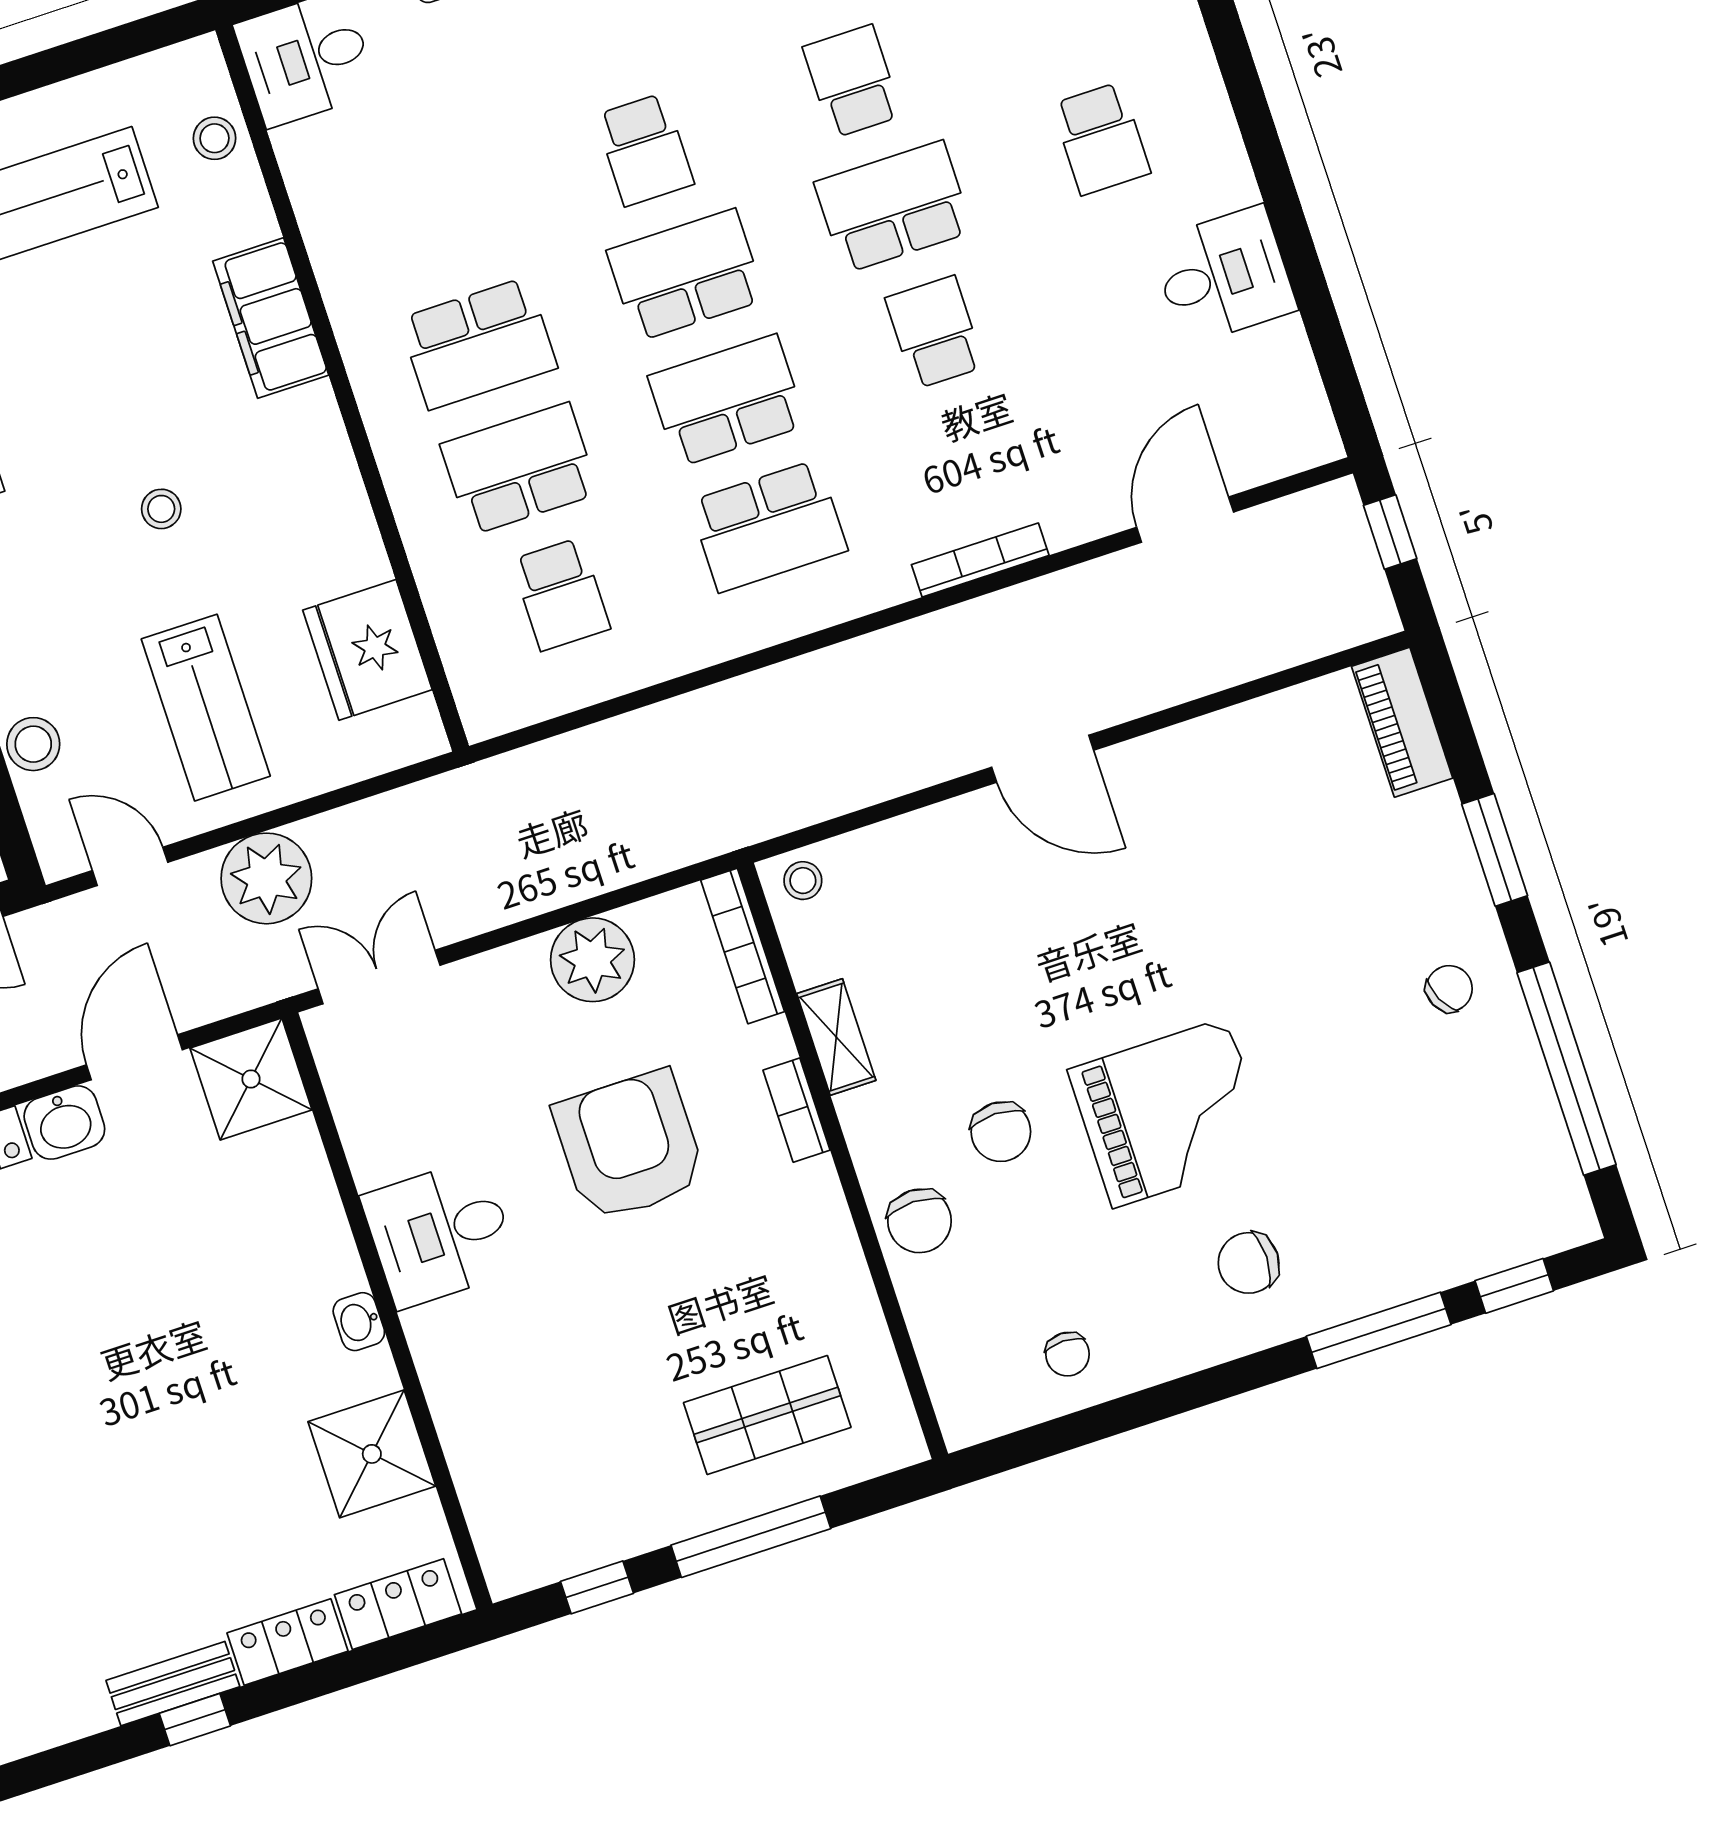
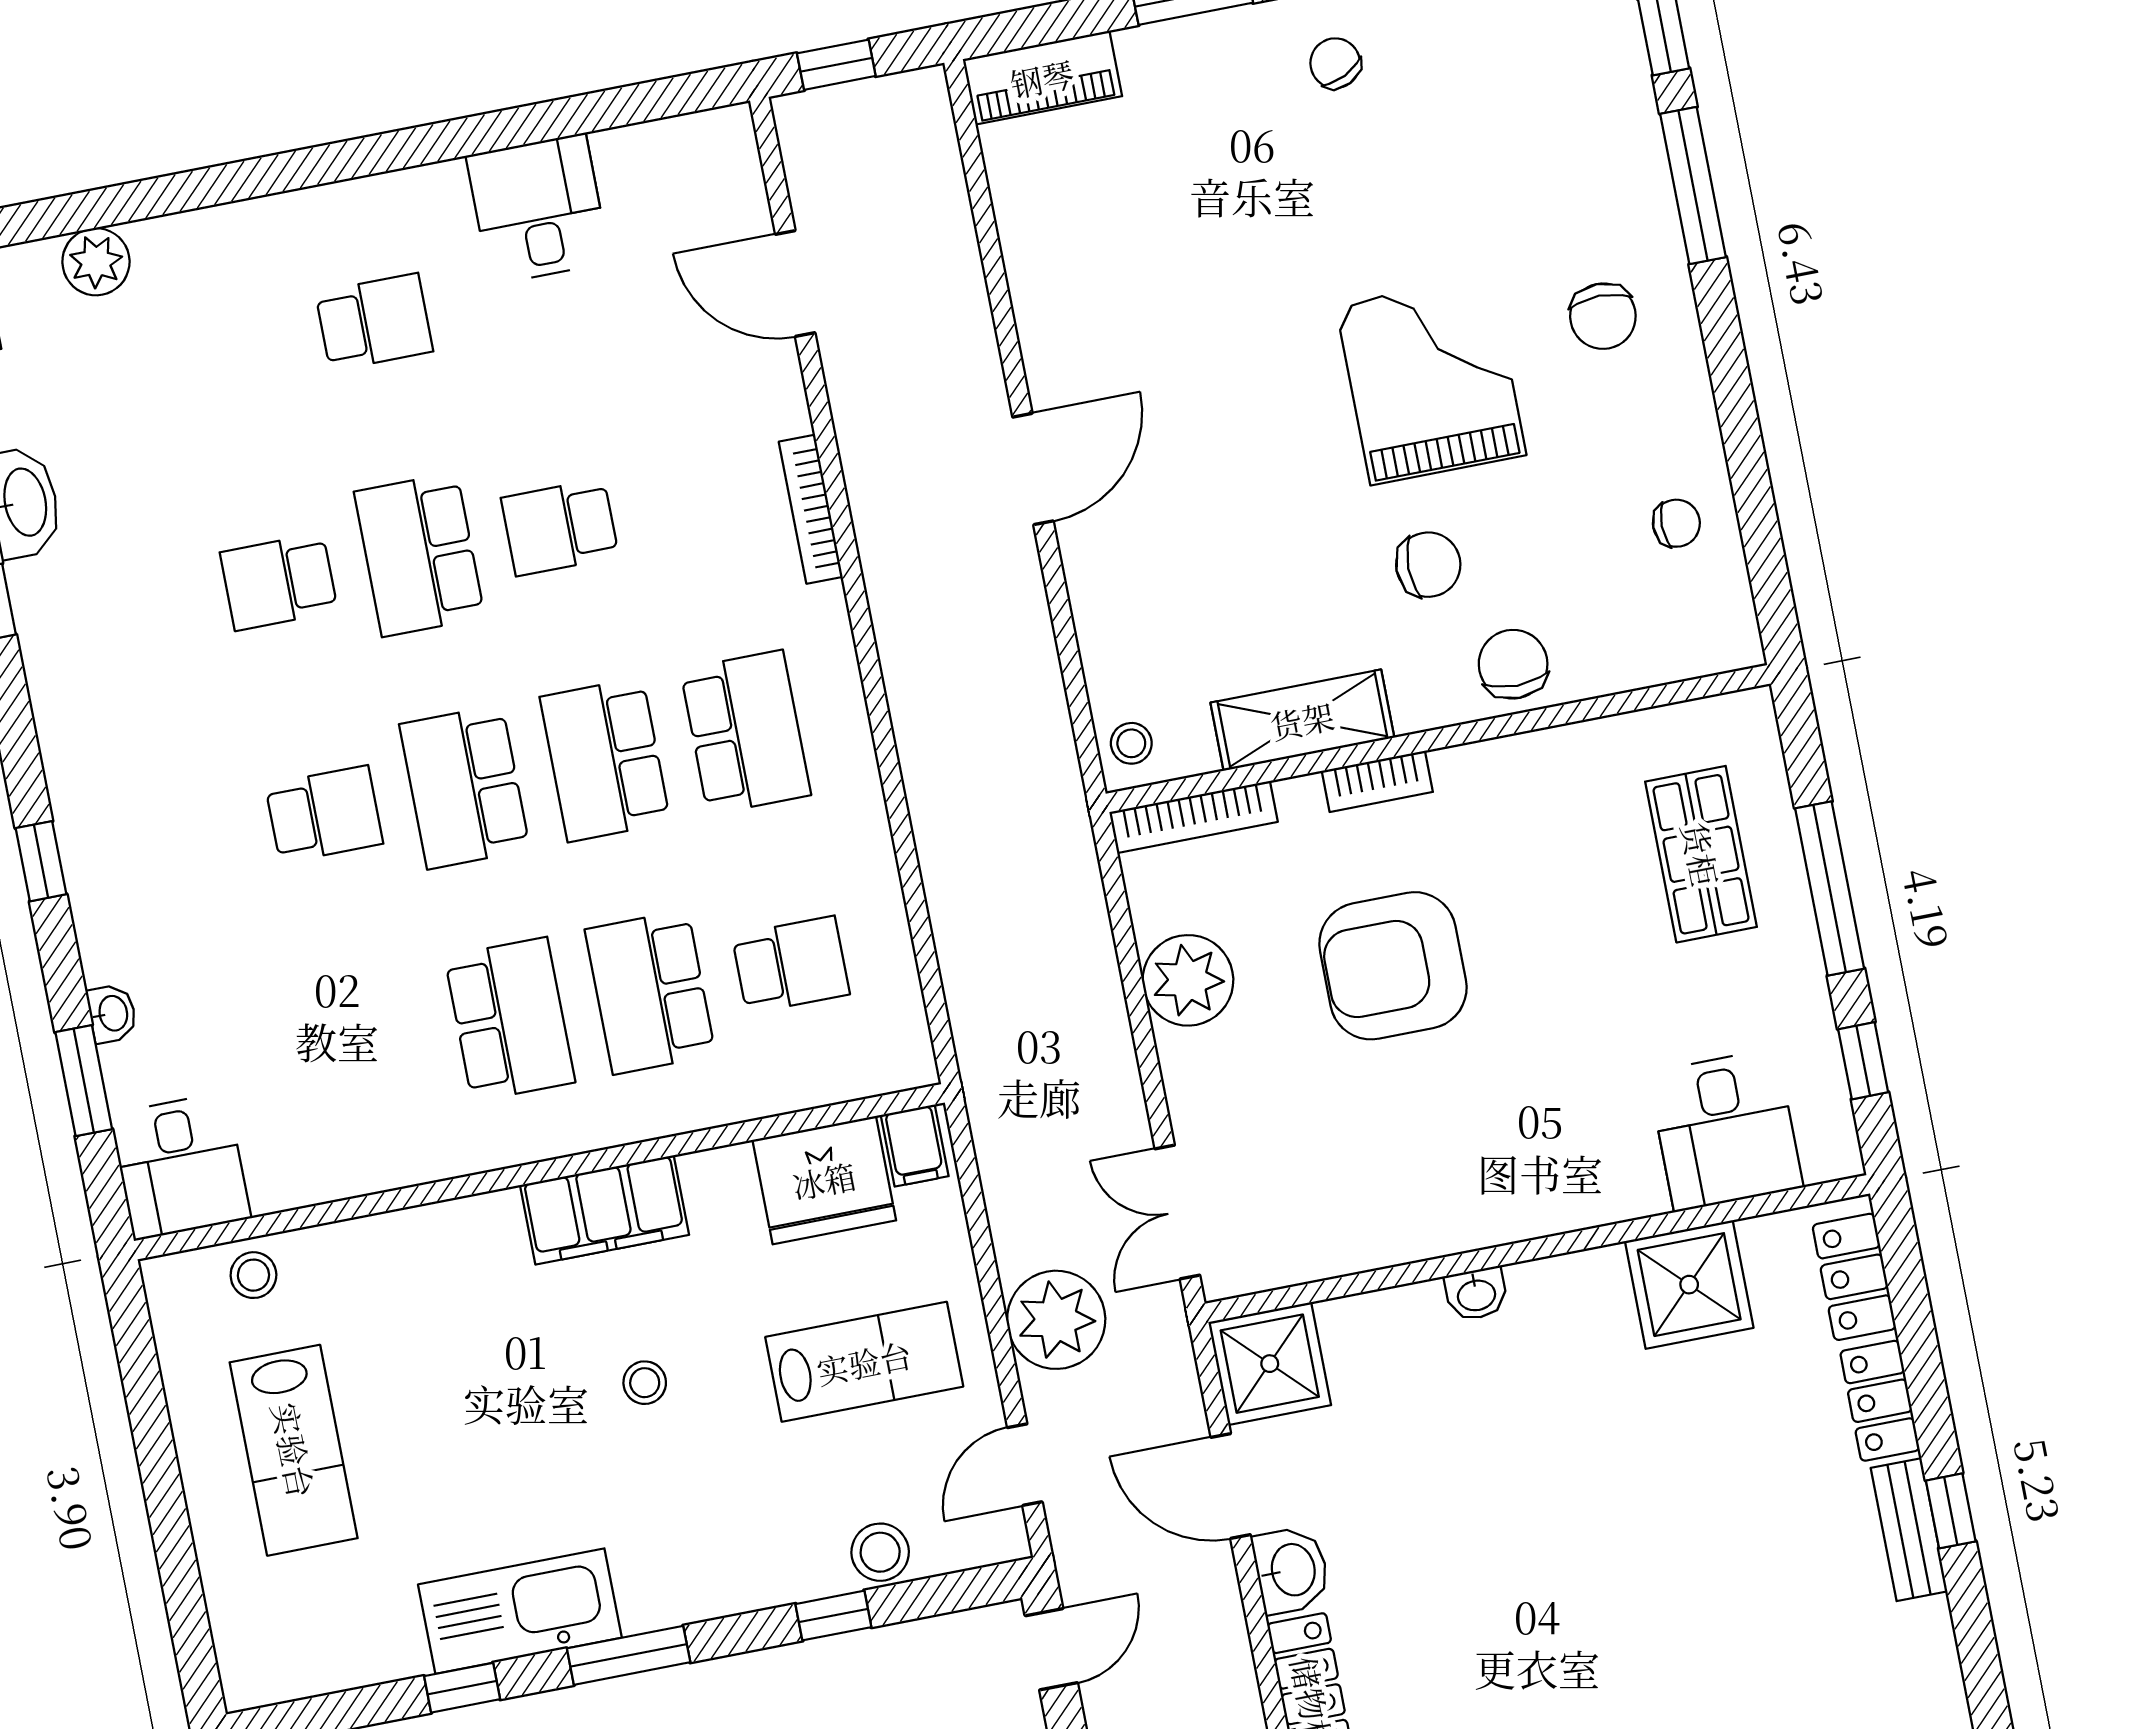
filing cabinet: (271, 318) -> (605, 1210), moved
filing cabinet: (410, 729) -> (915, 1146), added
shelving: (836, 1037) -> (1302, 720), width x1.50, depth x1.33
chair: (920, 1221) -> (1513, 664), turned -90
desk: (440, 1233) -> (1725, 1130), moved
washbasin: (359, 1322) -> (1476, 1294), moved

